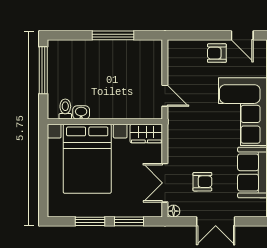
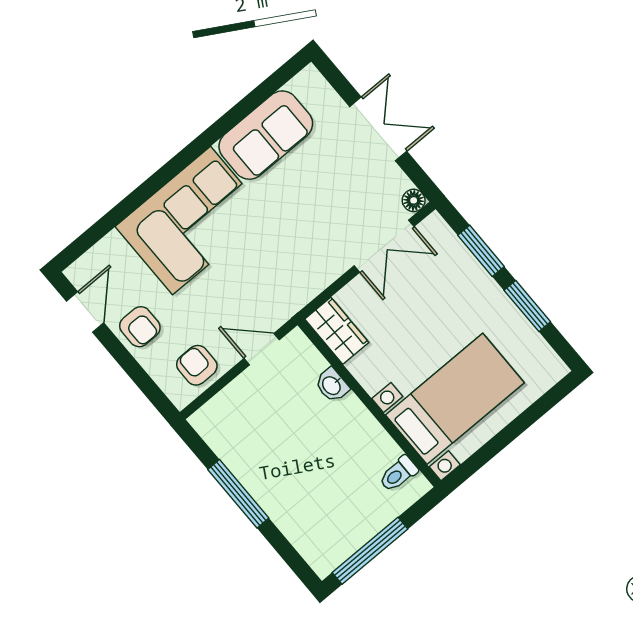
door: (165, 96) -> (262, 349), hinge flipped
washbasin: (81, 112) -> (332, 385), moved
bed with nightstands: (87, 159) -> (455, 399), width x0.73
armchair: (202, 182) -> (197, 365), moved

